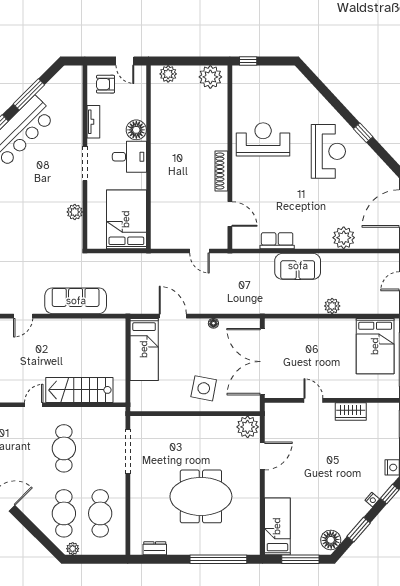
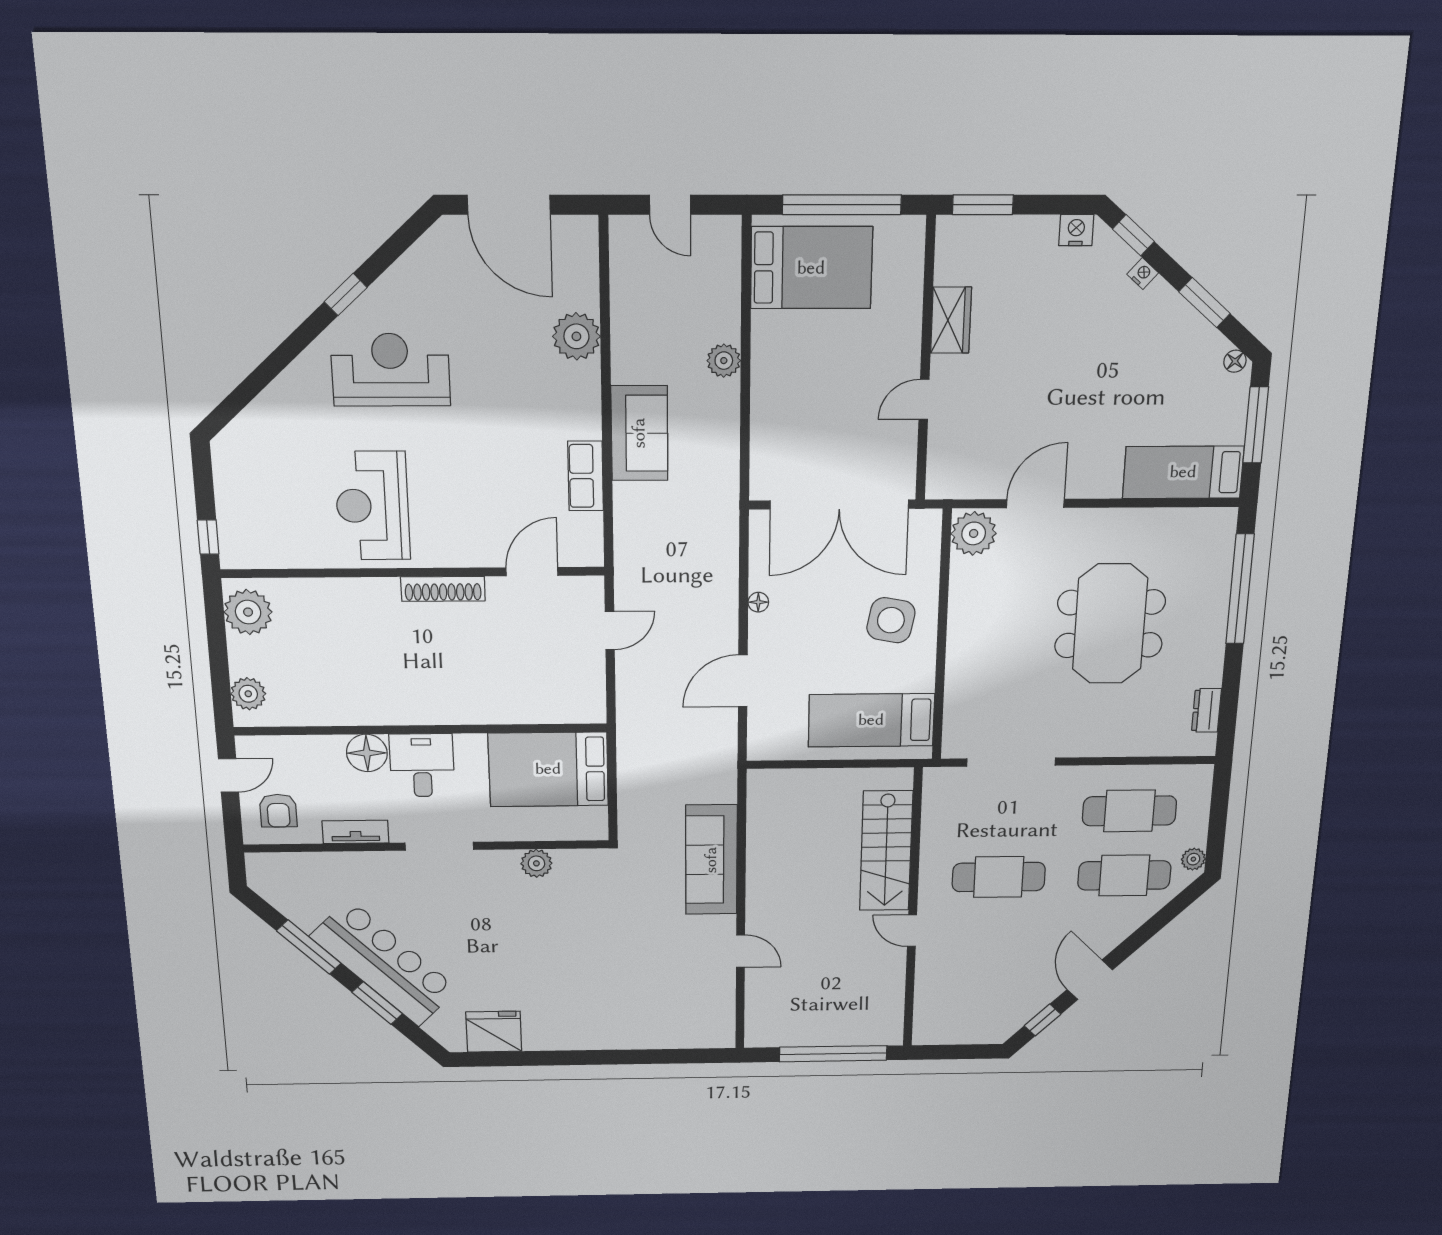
bed: (144, 349) -> (871, 720), moved, turned 180
door: (262, 456) -> (1035, 503), hinge flipped
floor lamp: (331, 540) -> (1235, 361), width x0.53, depth x0.53

